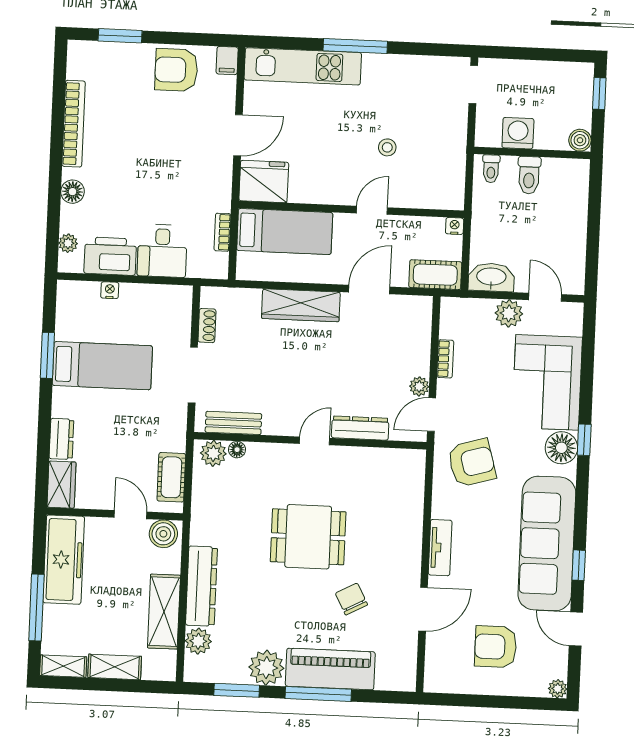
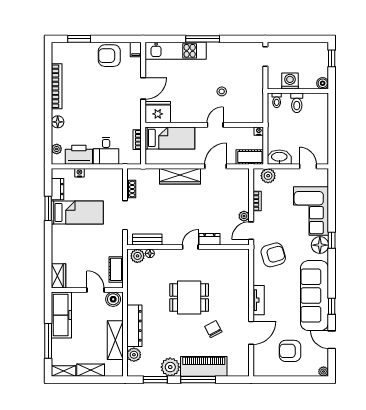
plant: (509, 313) -> (268, 176), moved
dresser: (360, 428) -> (209, 239), width x0.70
dresser: (61, 439) -> (58, 189), moved

